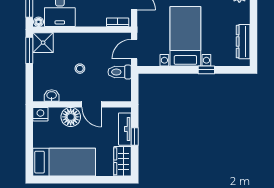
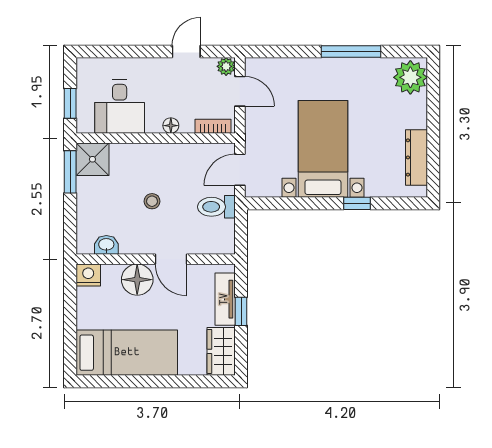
floor lamp: (39, 22) -> (171, 126), moved

